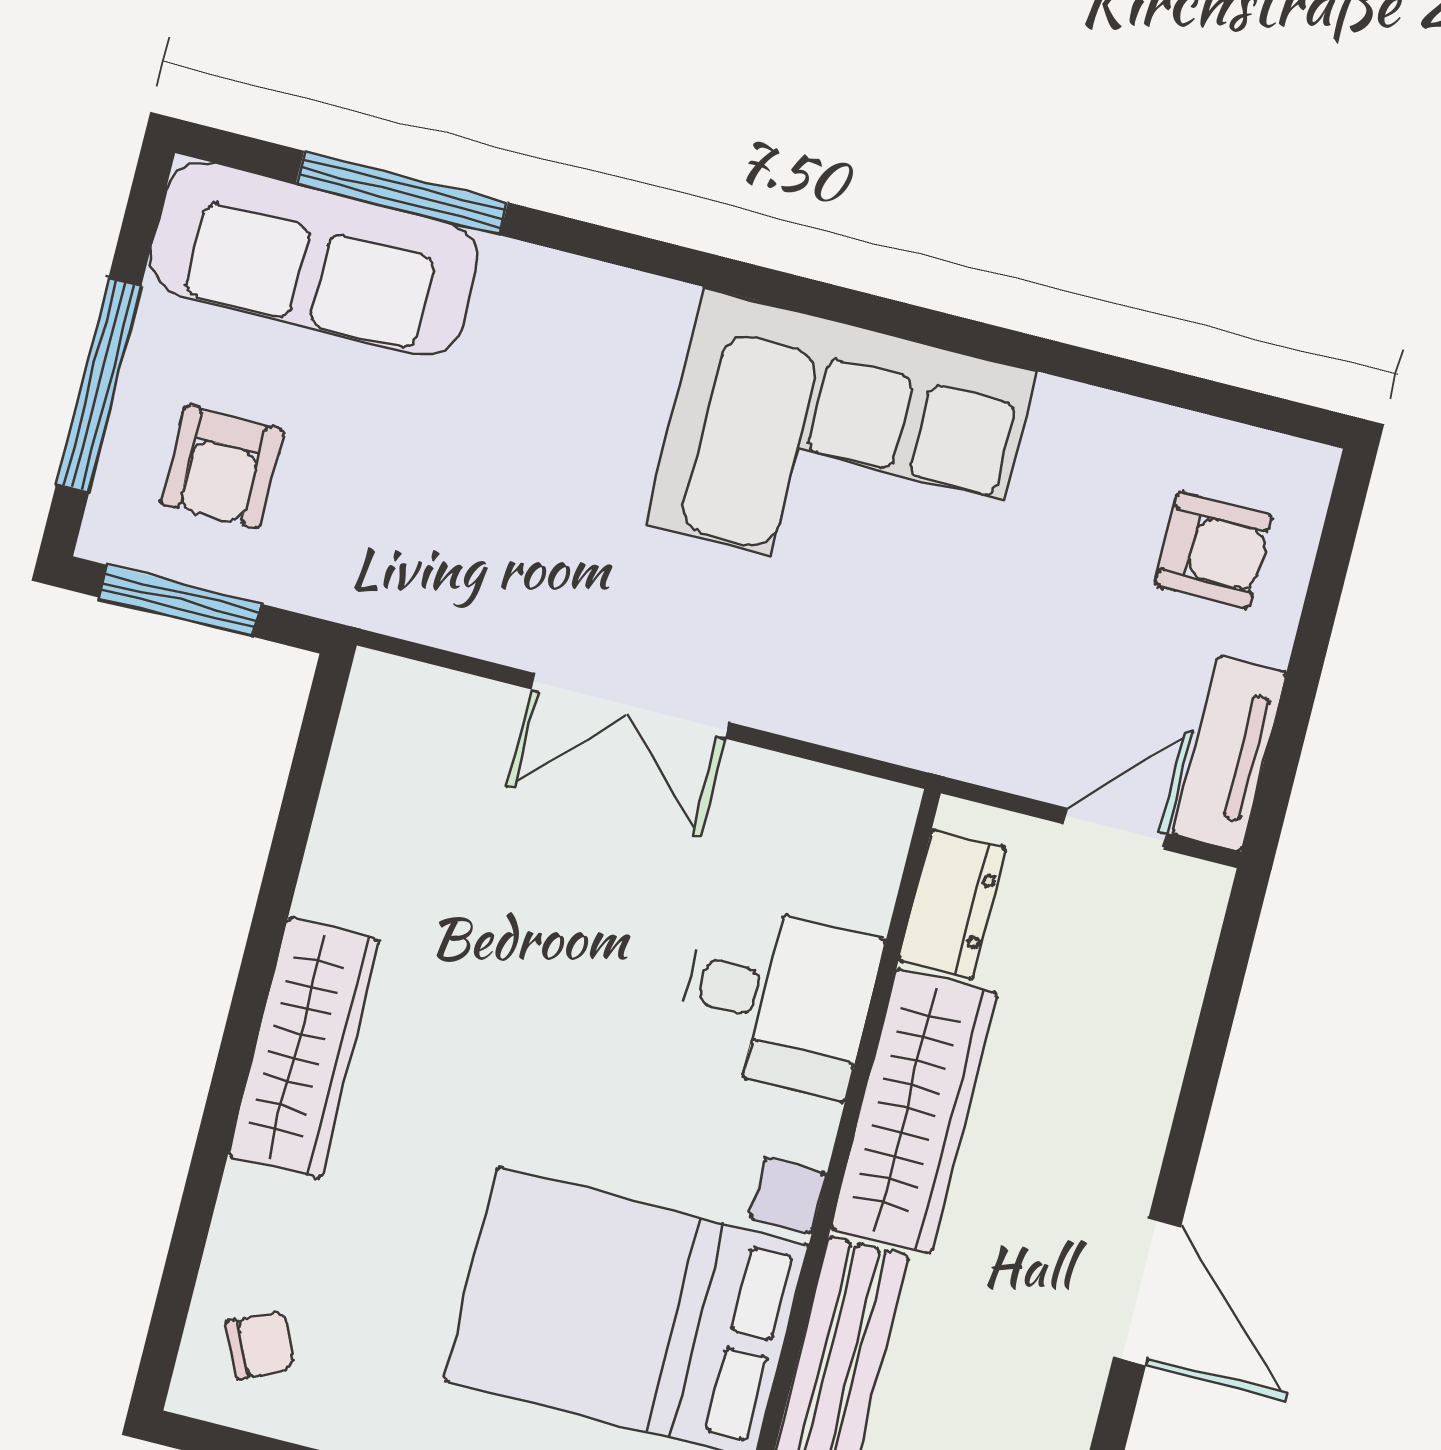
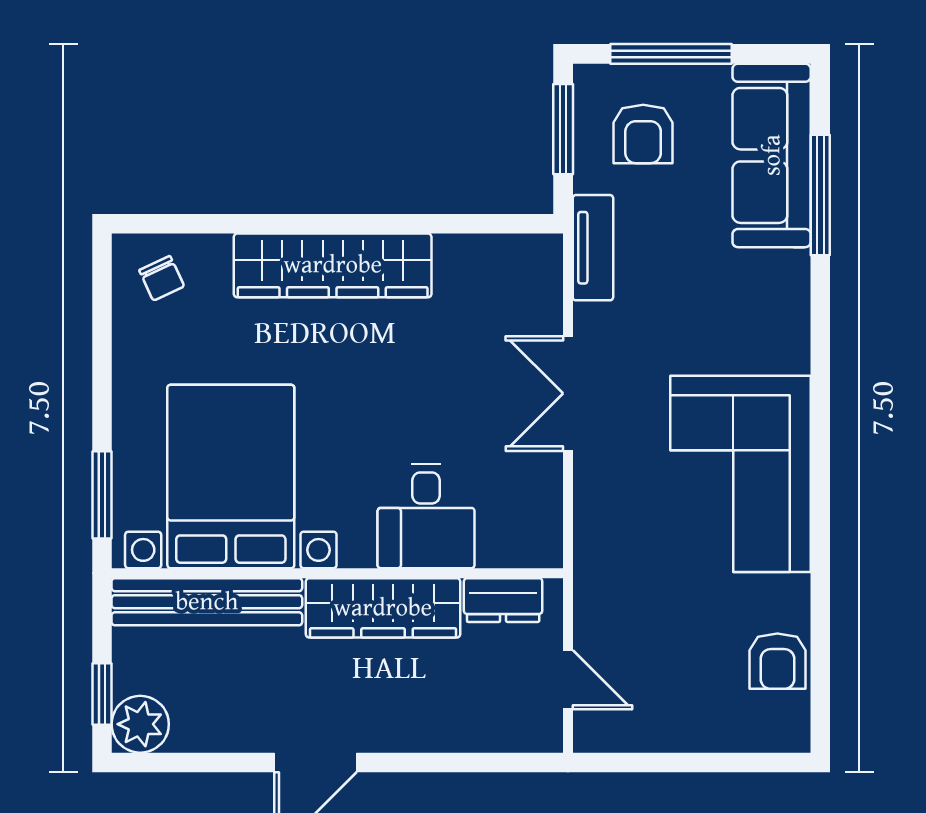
armchair: (222, 467) -> (643, 134), turned -90
armchair: (1214, 550) -> (777, 661), moved
tv unit: (1229, 754) -> (593, 248), moved, turned 90
wardrobe: (304, 1048) -> (333, 265), width x1.40, depth x1.17

